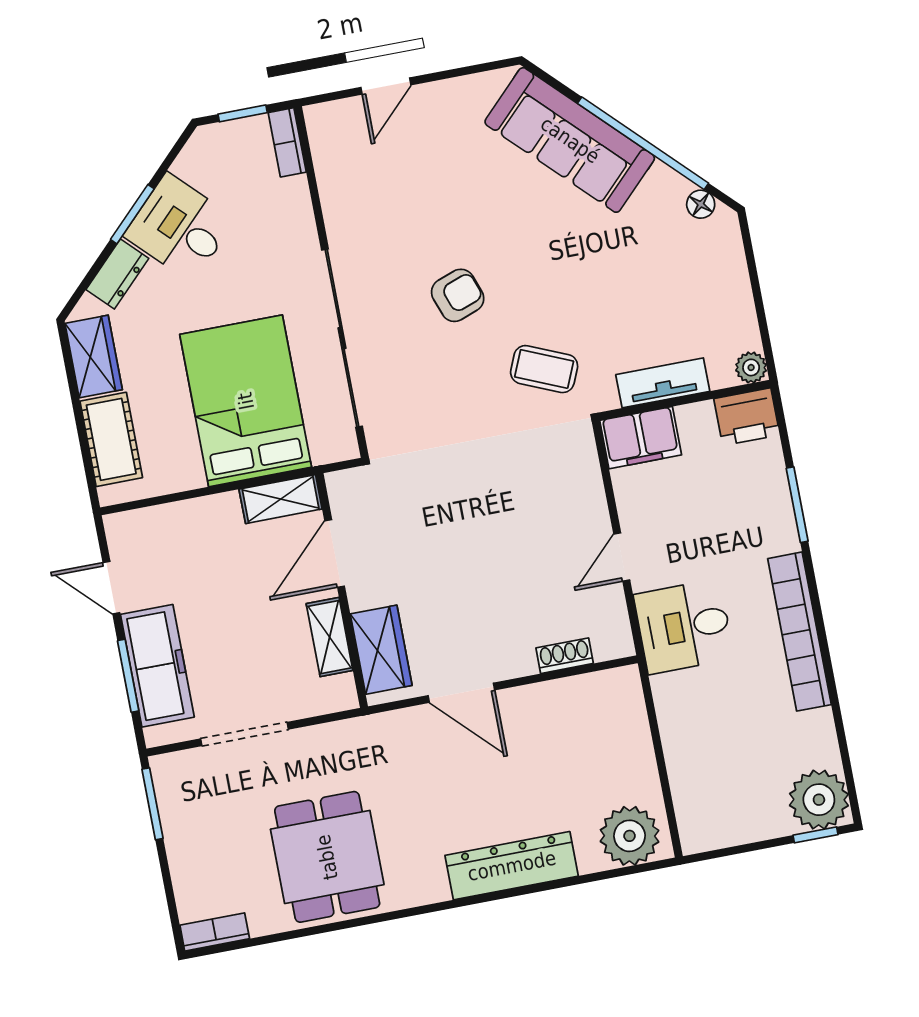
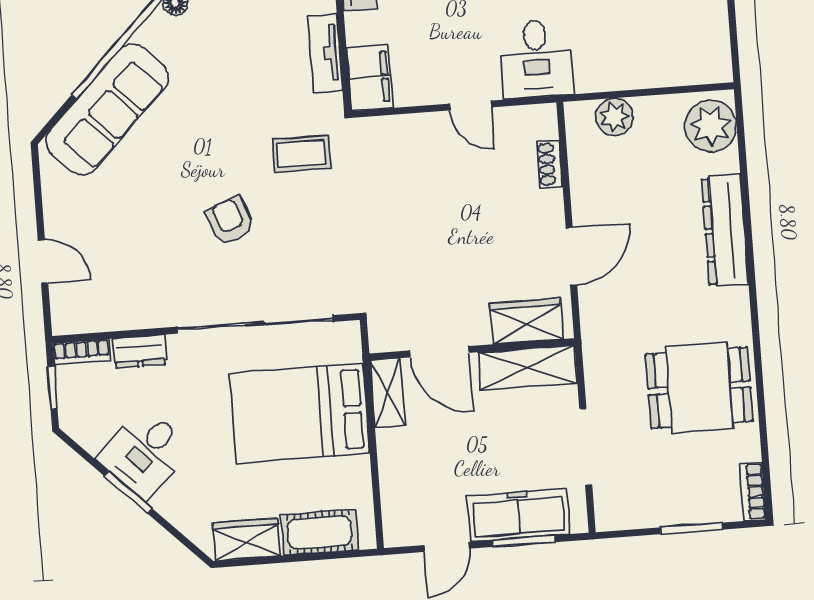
dresser: (117, 274) -> (140, 351), moved, turned 135
coffee table: (544, 369) -> (302, 154), turned 67
shelving: (330, 637) -> (527, 368), width x1.50, depth x1.33
plant: (628, 724) -> (614, 117), added
window: (153, 804) -> (691, 528), moved

